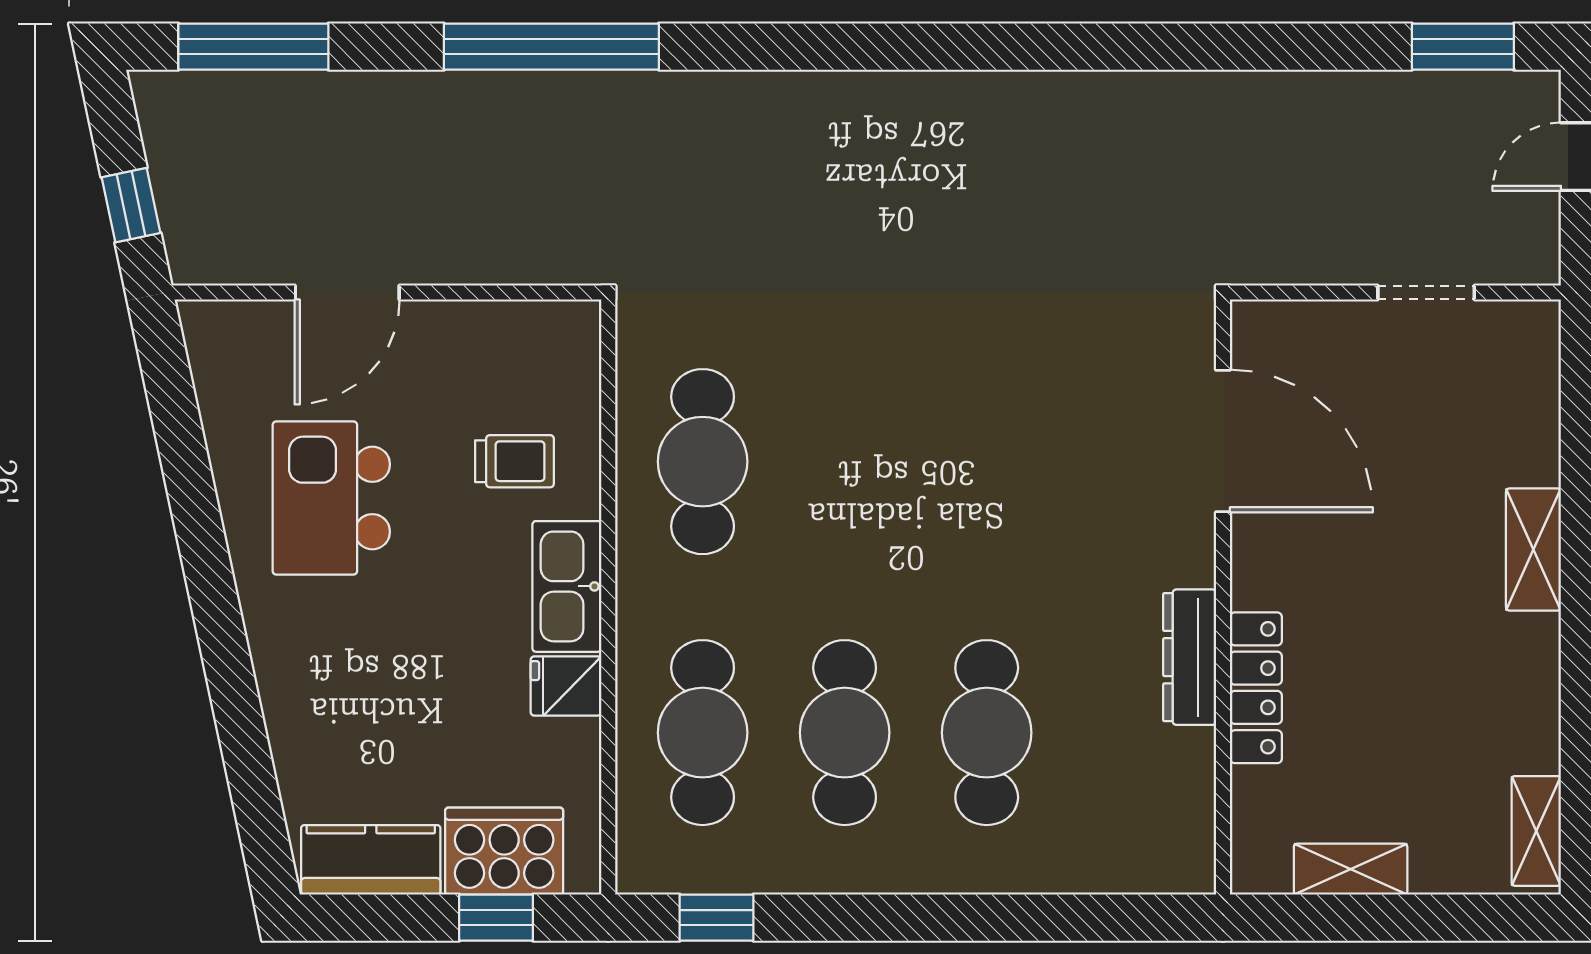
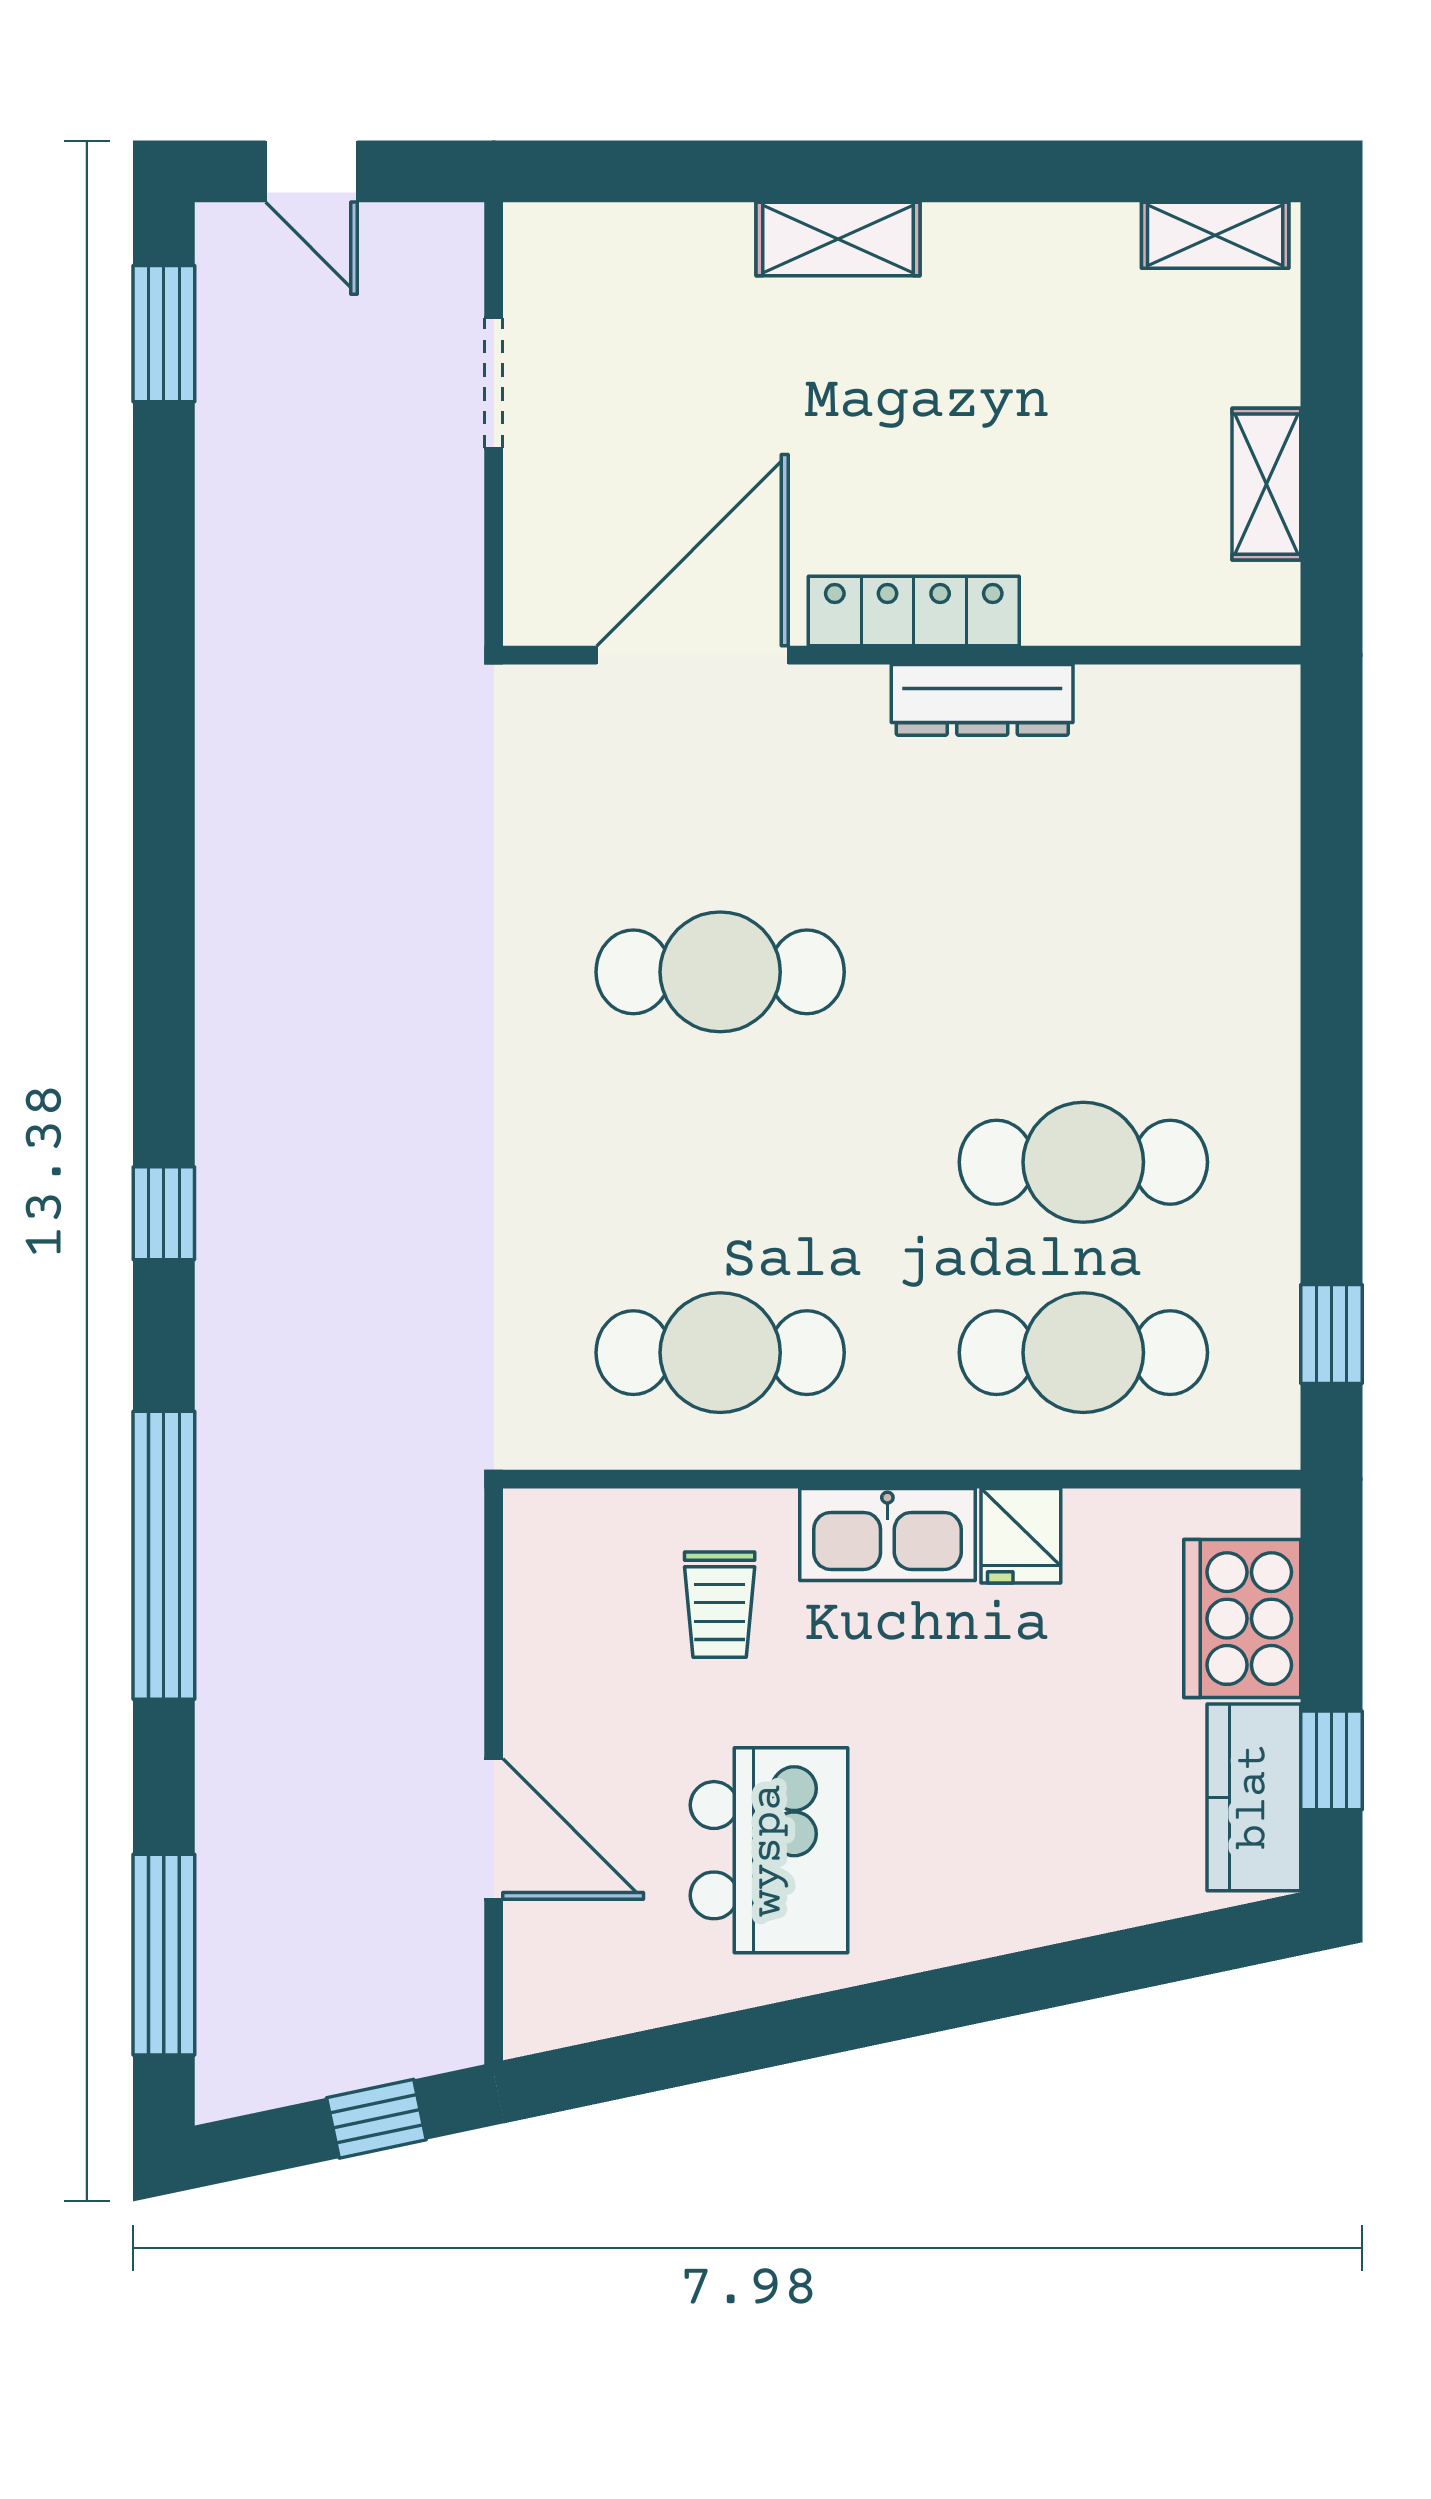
window: (807, 47) -> (164, 1213), added
trolley: (515, 461) -> (720, 1605), turned 180
kitchen island: (331, 498) -> (769, 1850), turned -90
locker: (1256, 688) -> (914, 611), moved
cafe table: (987, 733) -> (720, 972), moved
window: (496, 918) -> (1331, 1760), moved

